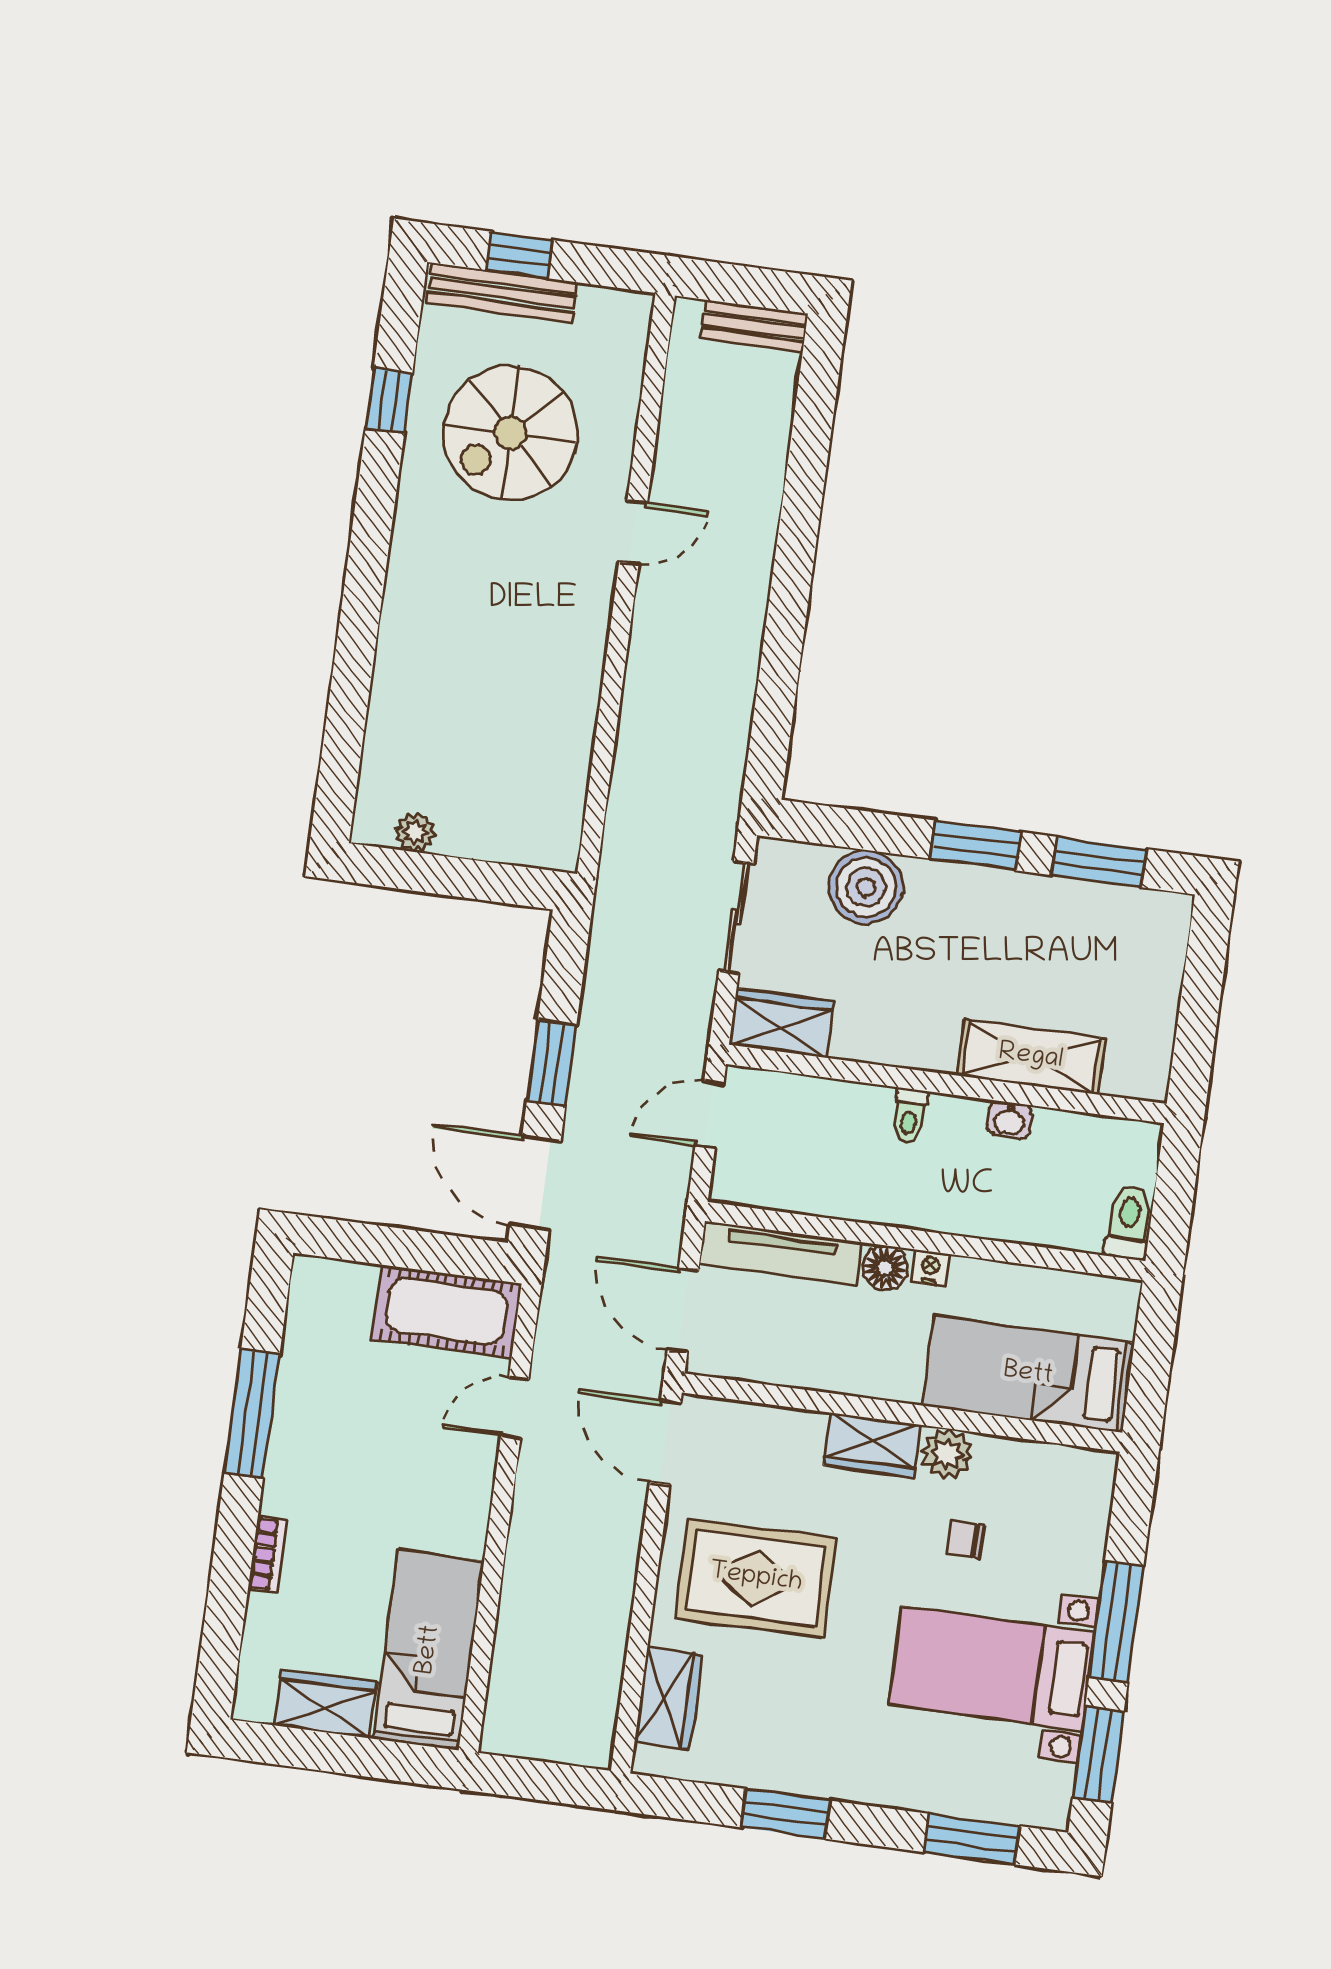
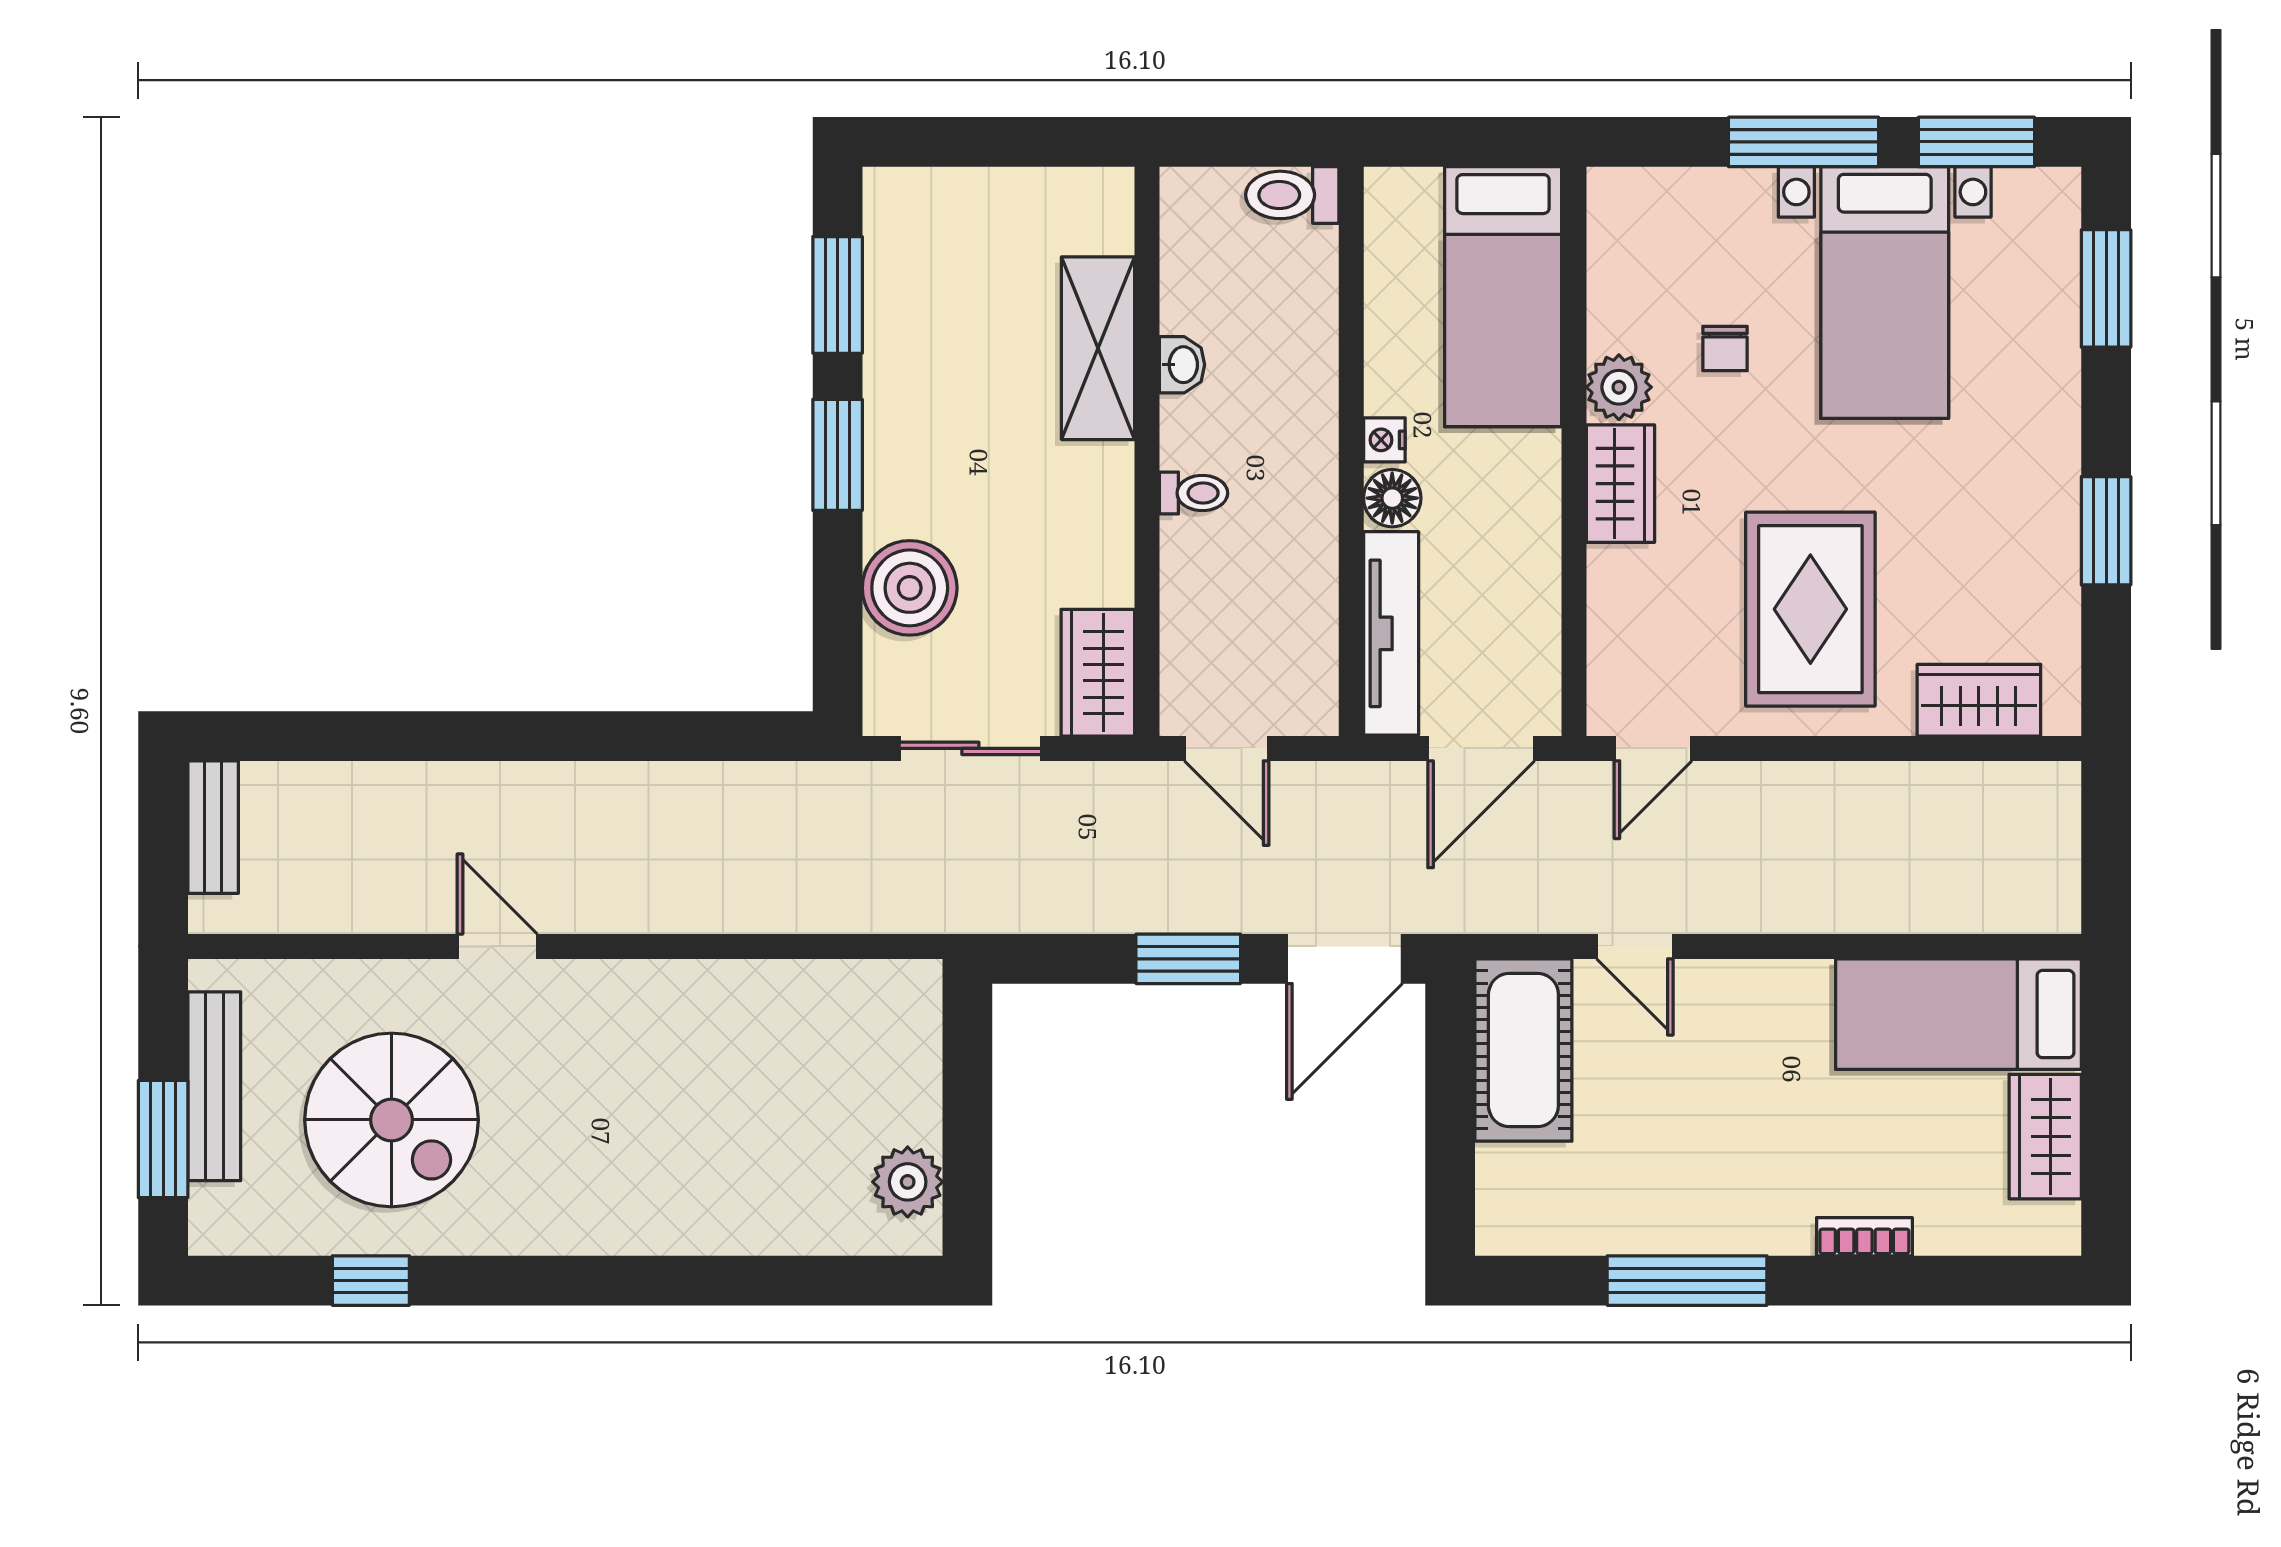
window: (520, 255) -> (163, 1139), width x1.50
bench: (502, 293) -> (214, 1086), moved
plant: (415, 832) -> (908, 1182), width x1.38, depth x1.38
door: (665, 1443) -> (1653, 748), width x0.73

